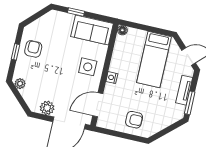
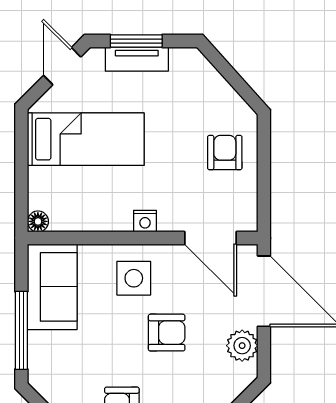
window: (76, 12) -> (21, 330), width x2.17
armchair: (60, 76) -> (167, 333), added
window: (190, 103) -> (136, 41), moved

